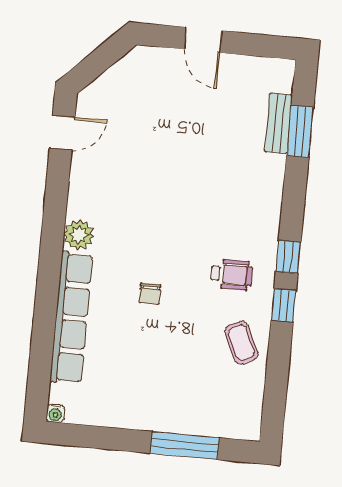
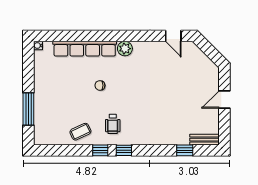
bench: (279, 123) -> (204, 140), moved
window: (300, 131) -> (185, 150), width x0.67

